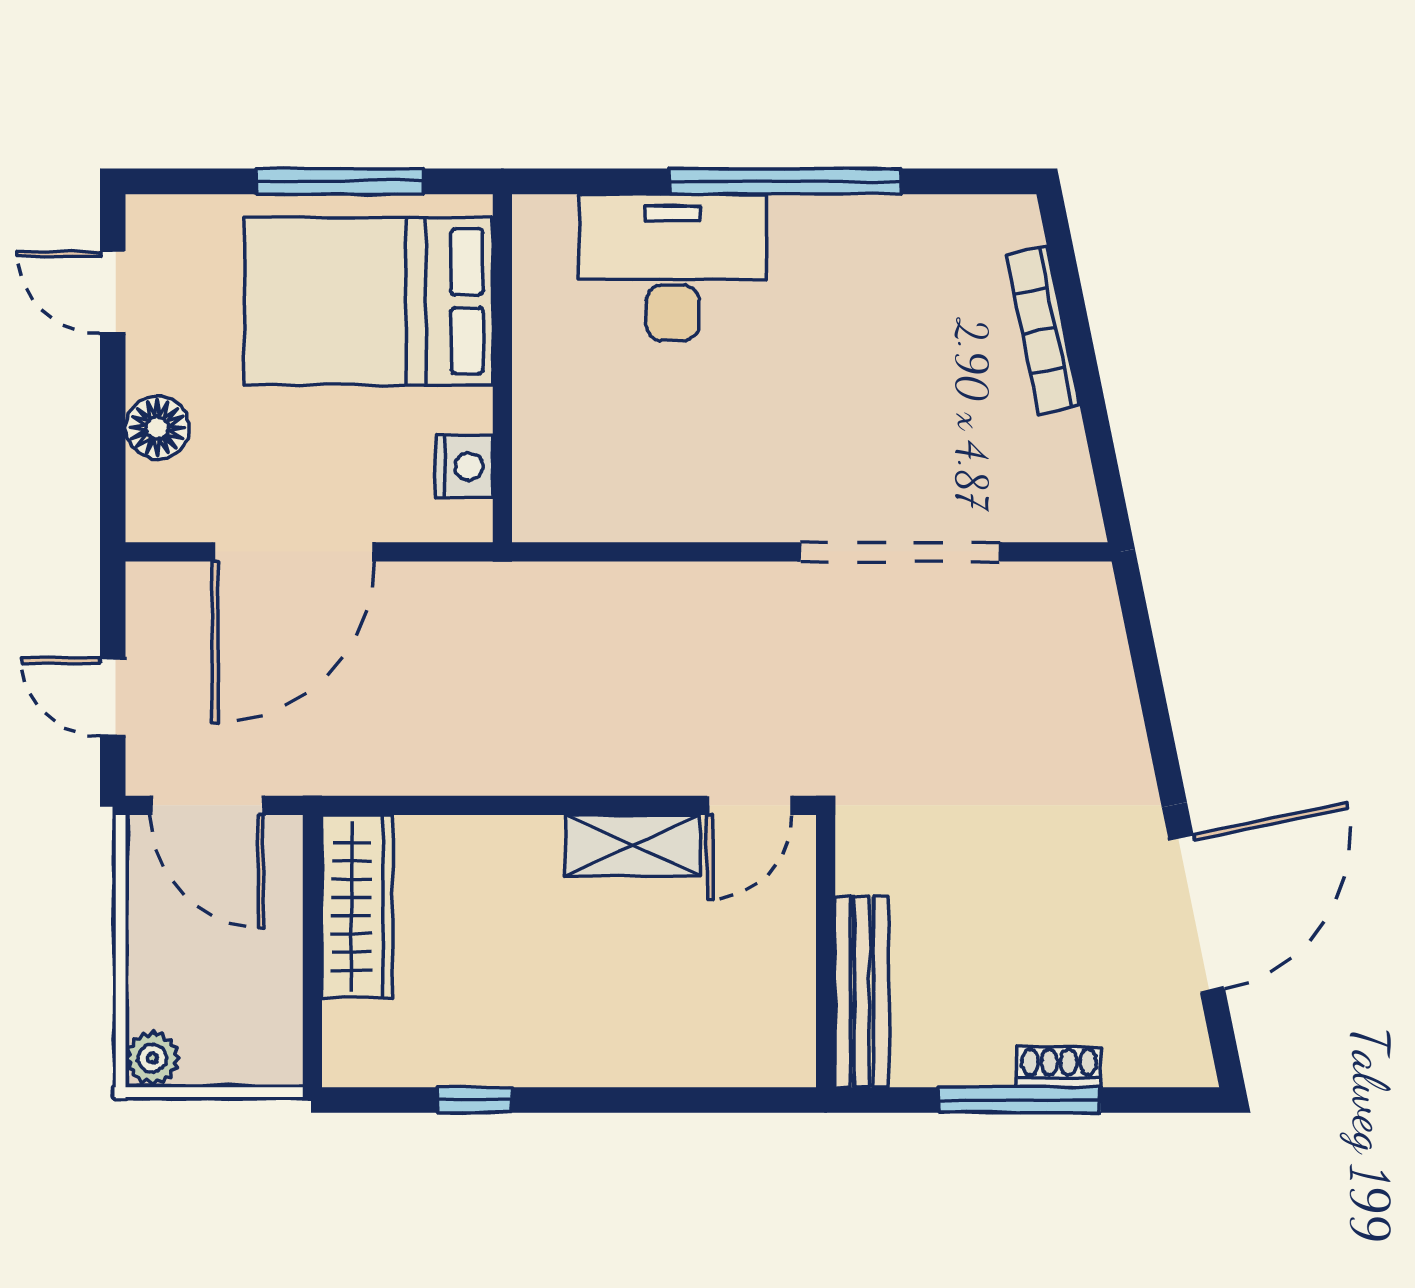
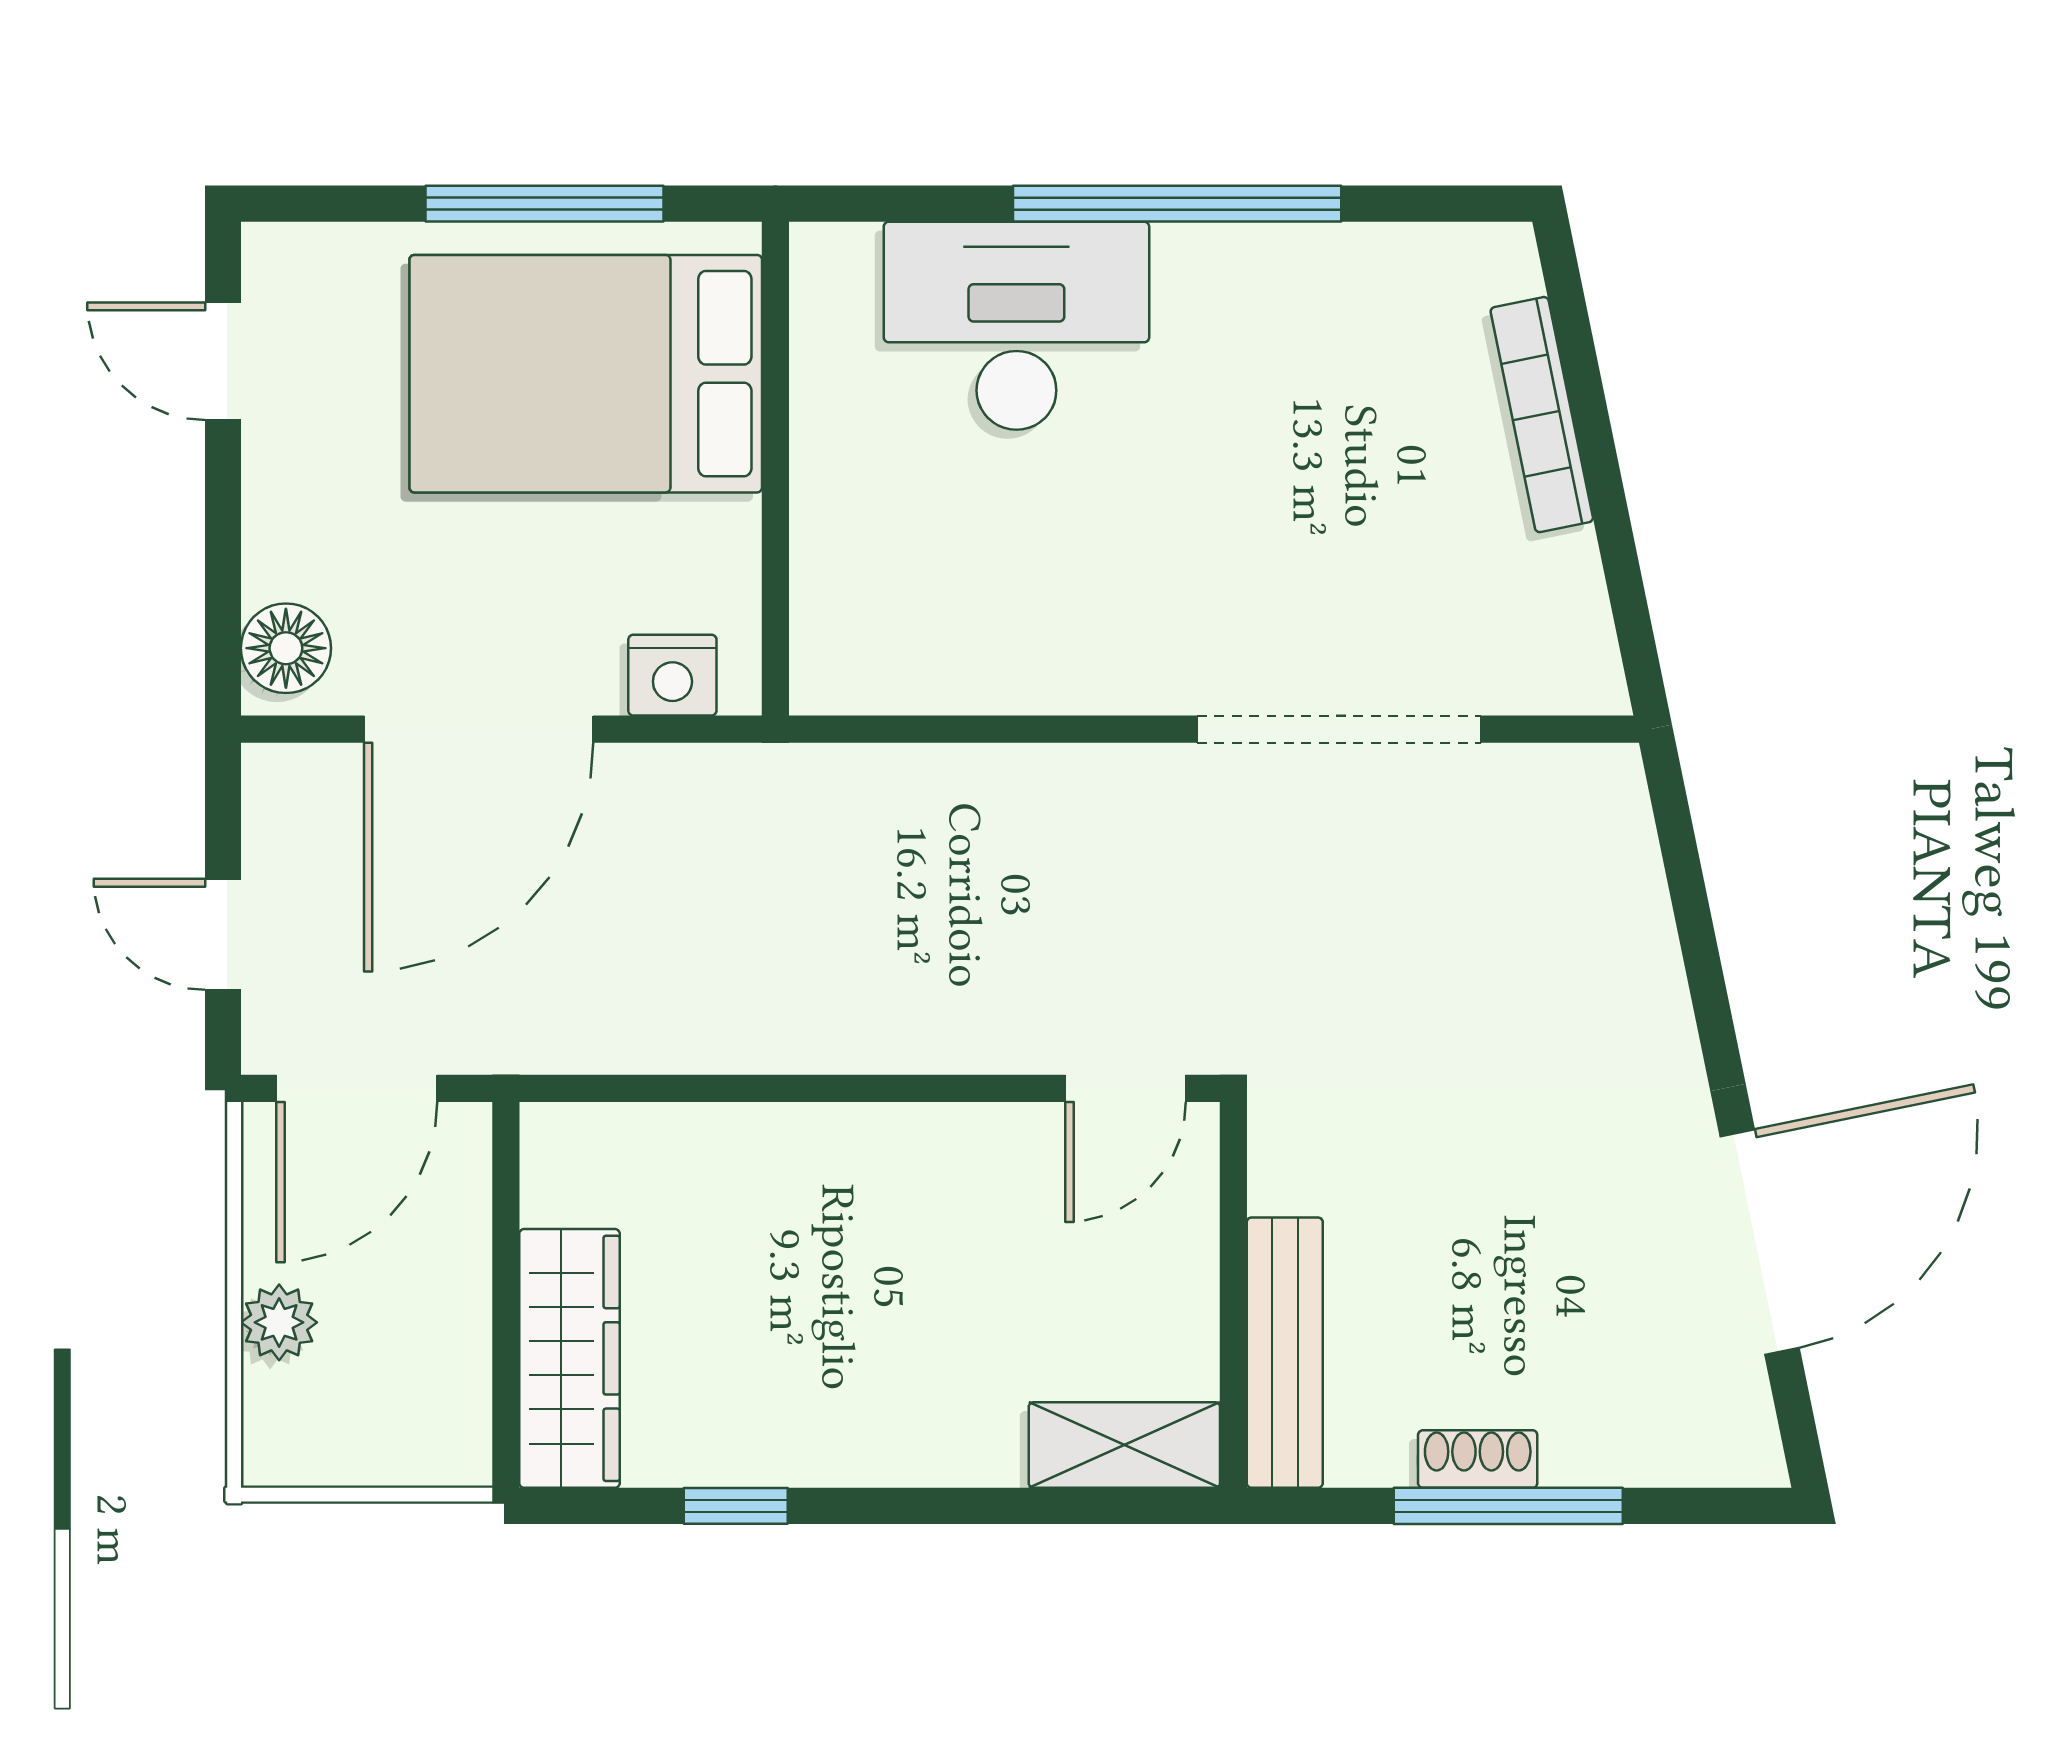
floor lamp: (157, 428) -> (286, 648), moved
nightstand: (464, 466) -> (672, 675), moved, turned 90
door: (207, 805) -> (357, 1088), hinge flipped
shelving: (633, 845) -> (1124, 1445), moved
wardrobe: (357, 906) -> (569, 1358), moved
plant: (152, 1058) -> (279, 1322), moved
shoe rack: (1059, 1067) -> (1478, 1459), moved

